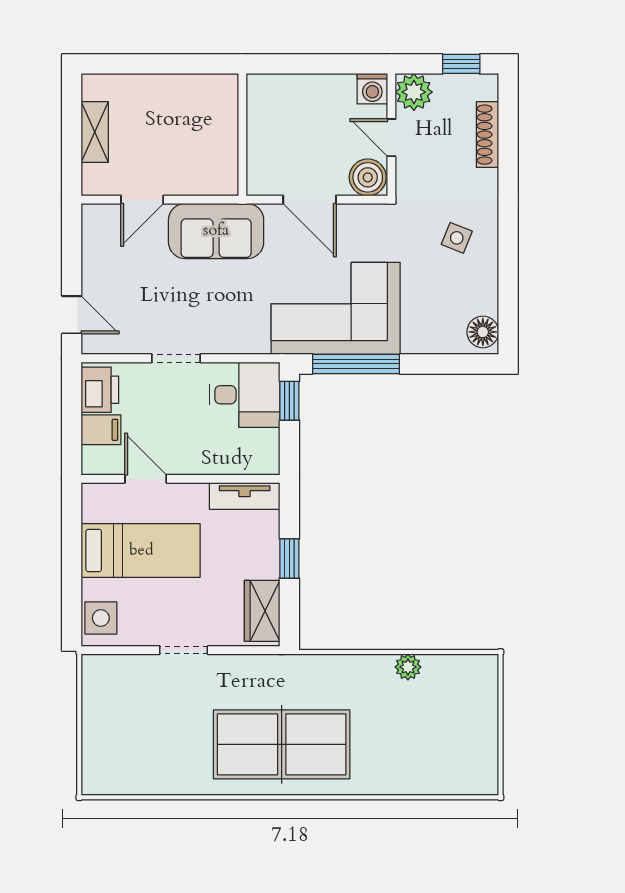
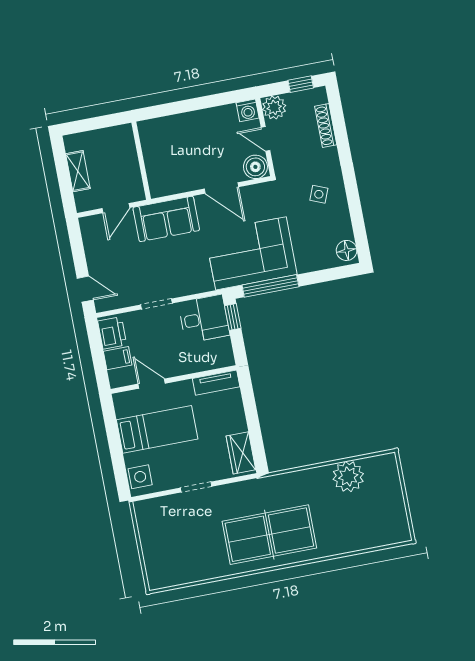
wall: (242, 135) -> (141, 161), moved
window: (289, 558) -> (252, 417), removed
plant: (408, 667) -> (348, 477), width x1.87, depth x1.87

